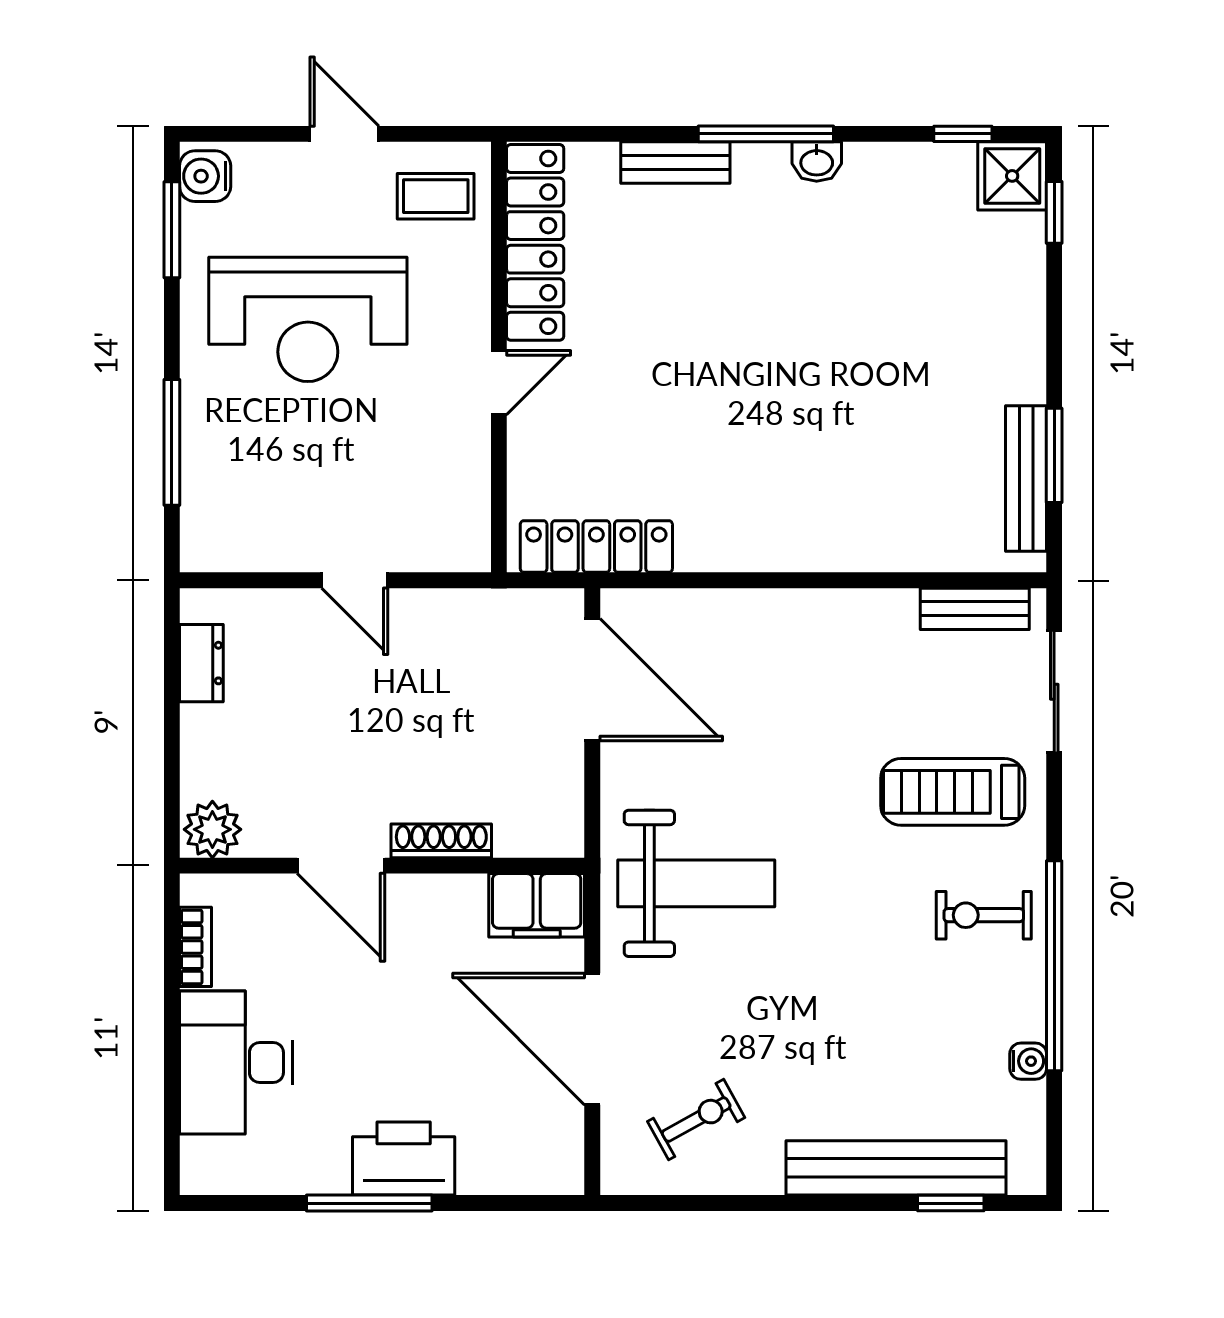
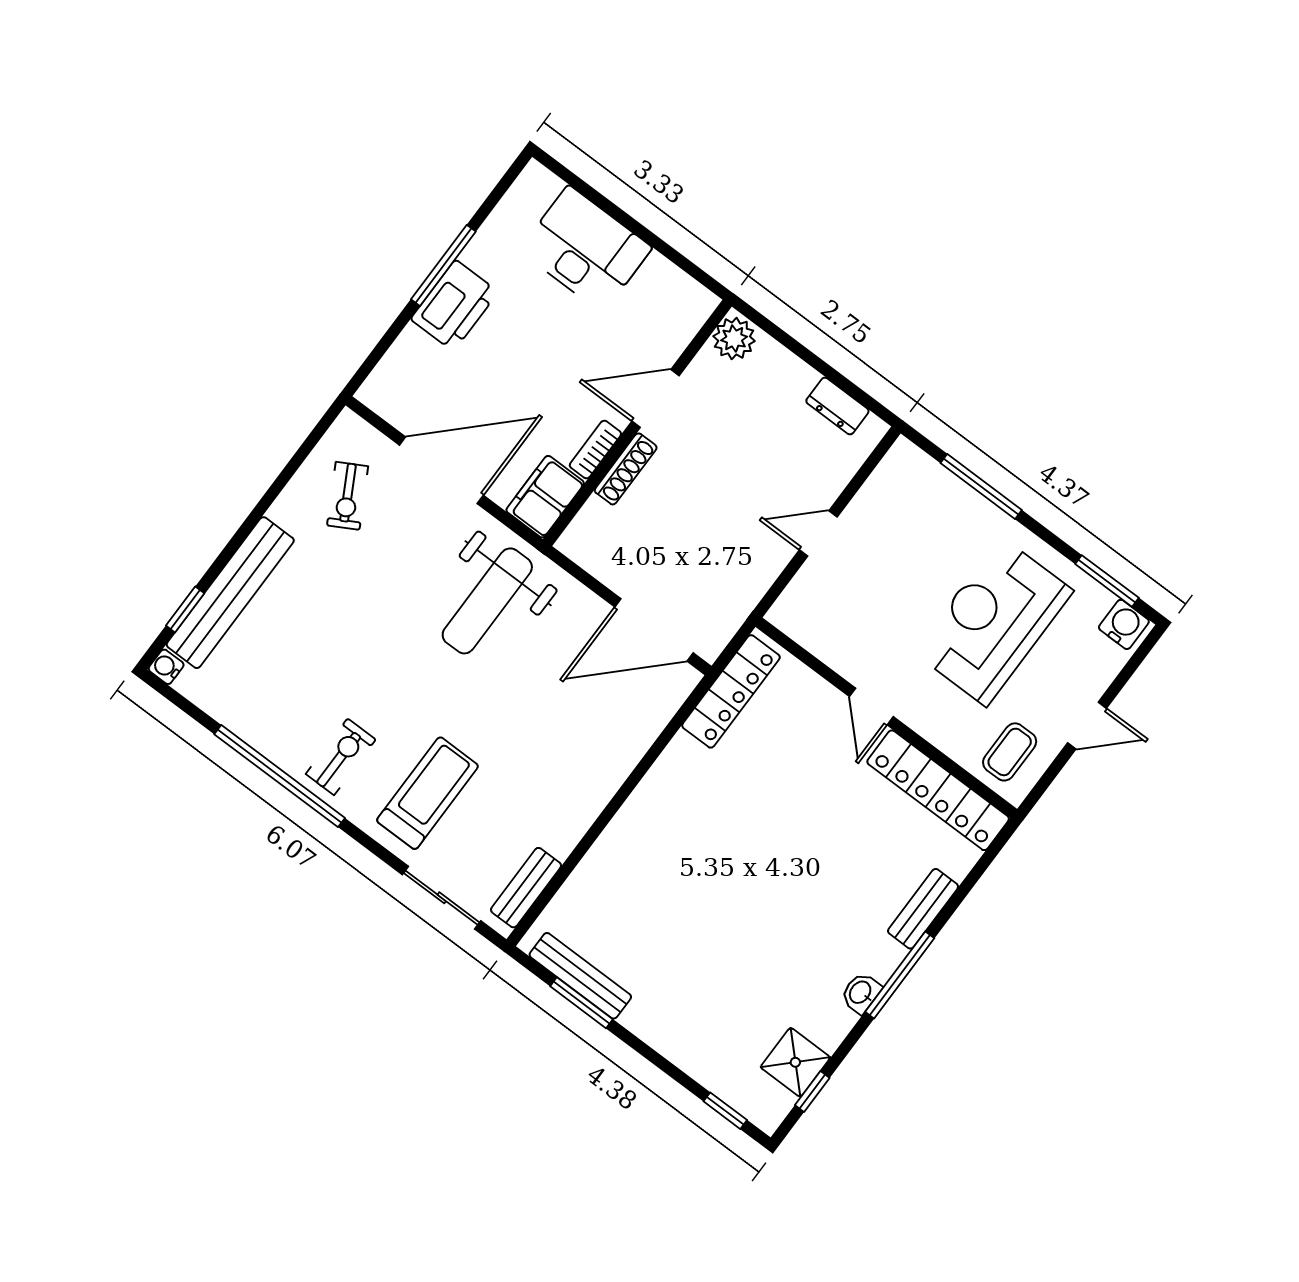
shower: (1012, 176) -> (795, 1062), moved
bookcase: (196, 947) -> (595, 450), moved, turned 90
water cooler: (1028, 1061) -> (166, 667), moved, turned 90

